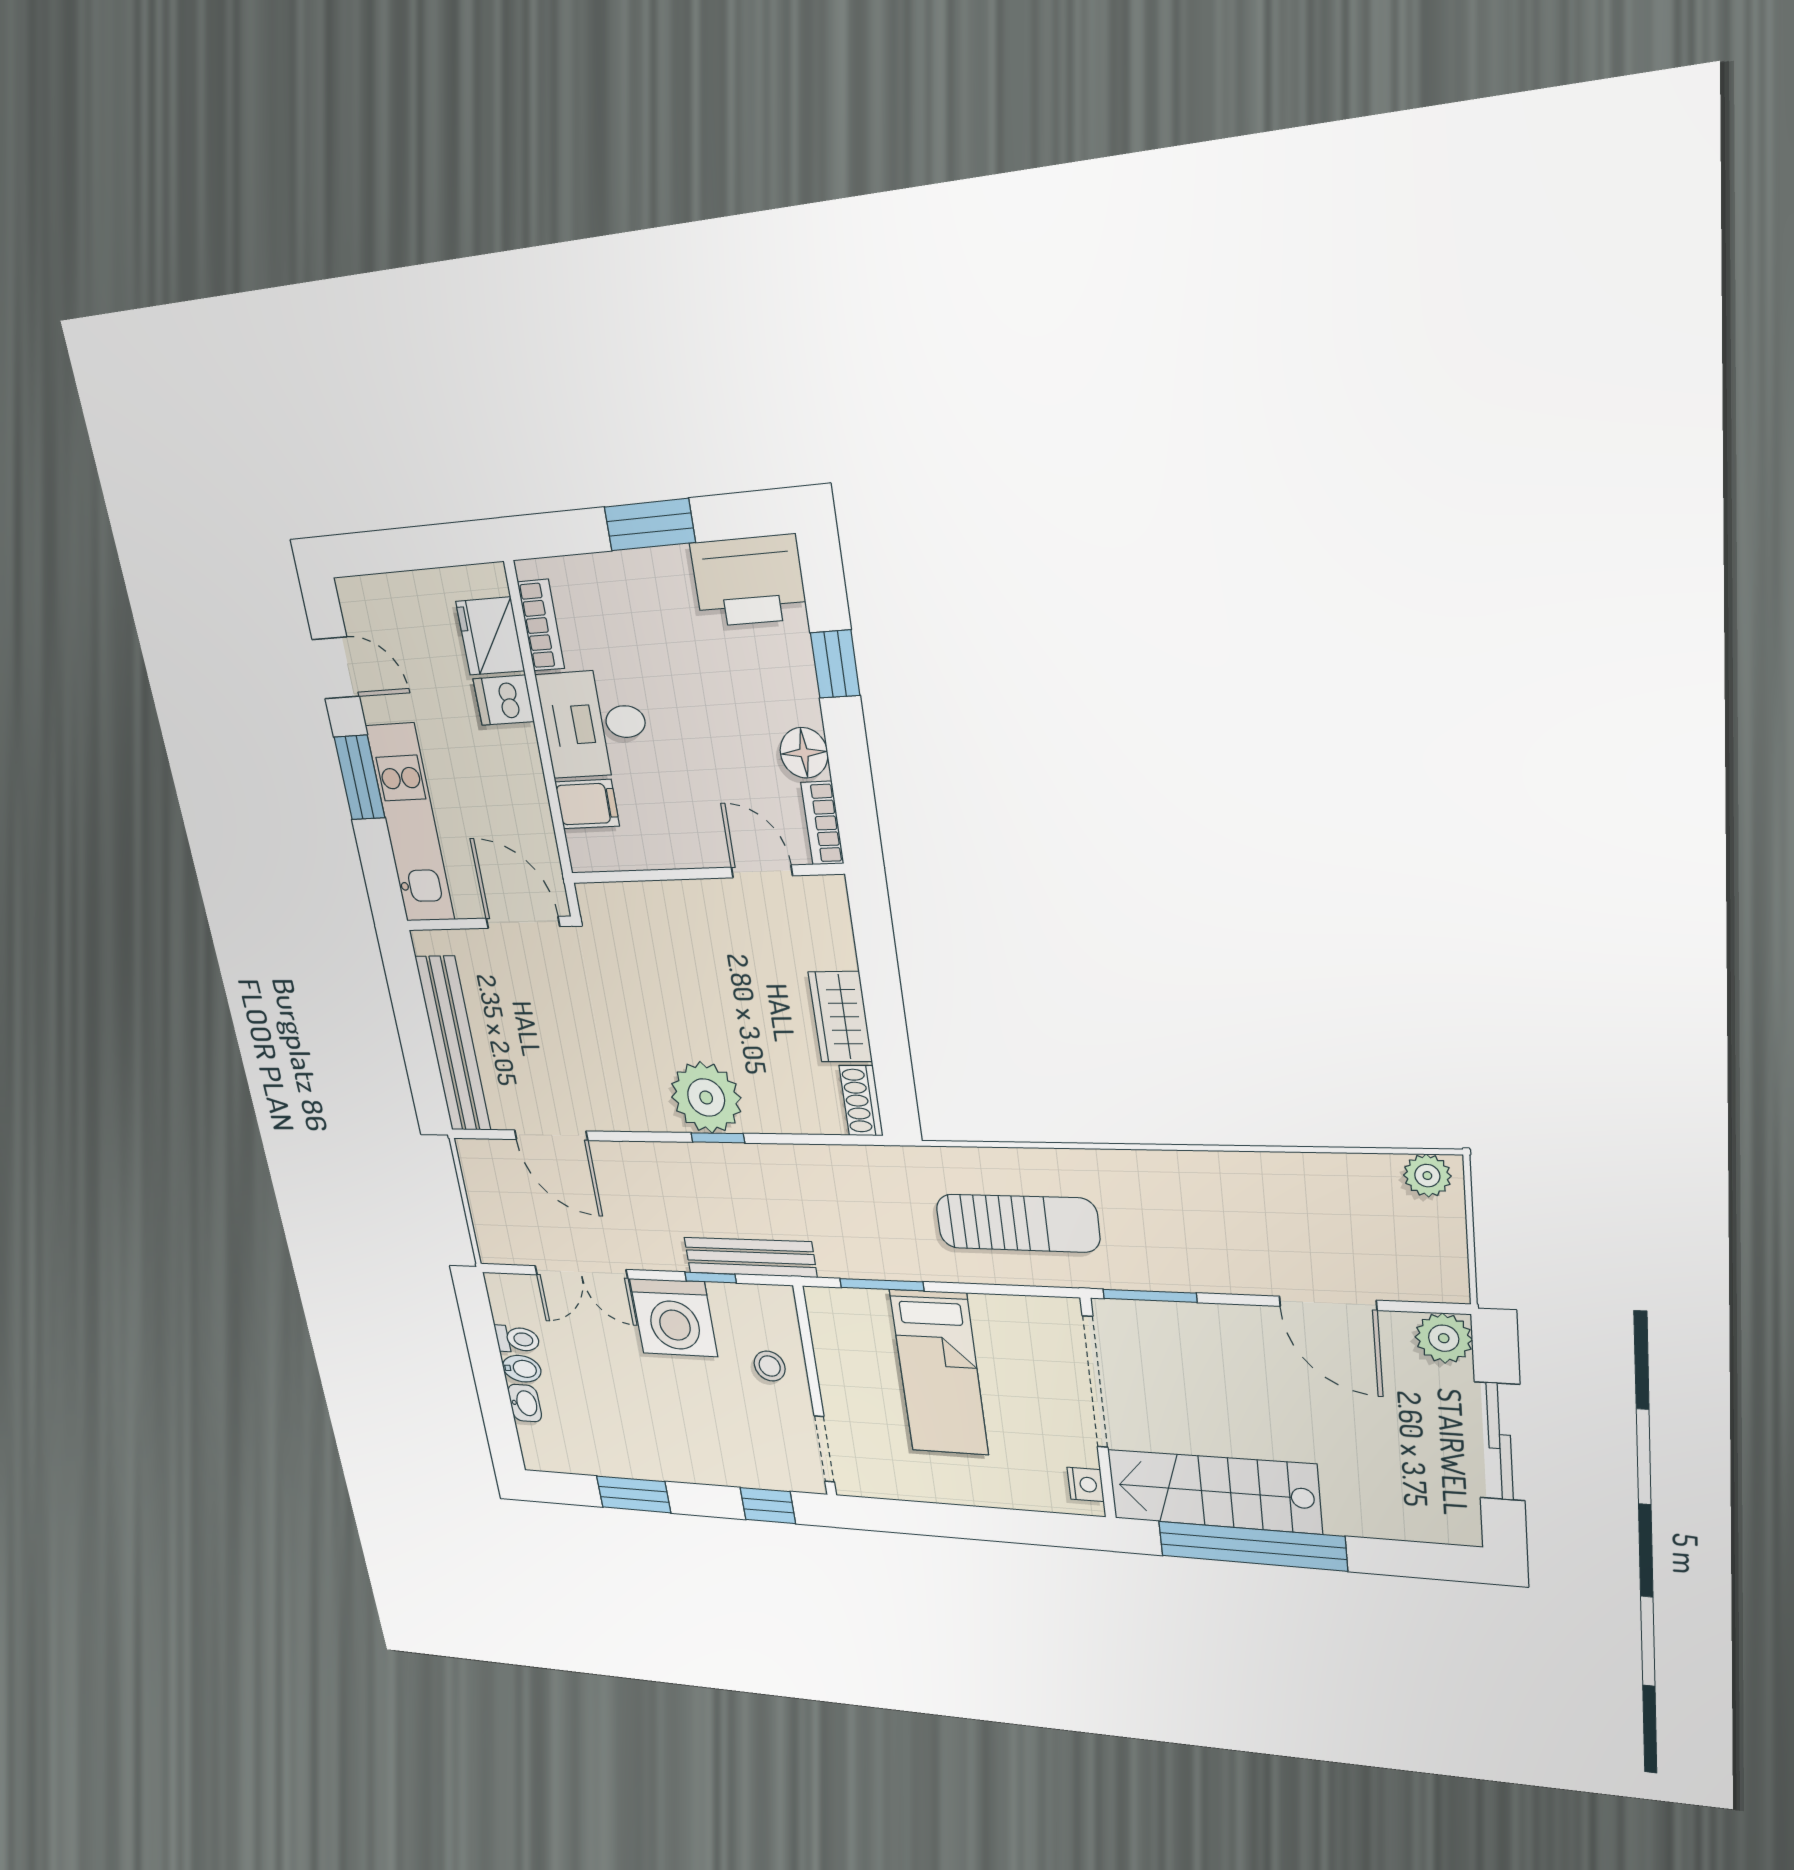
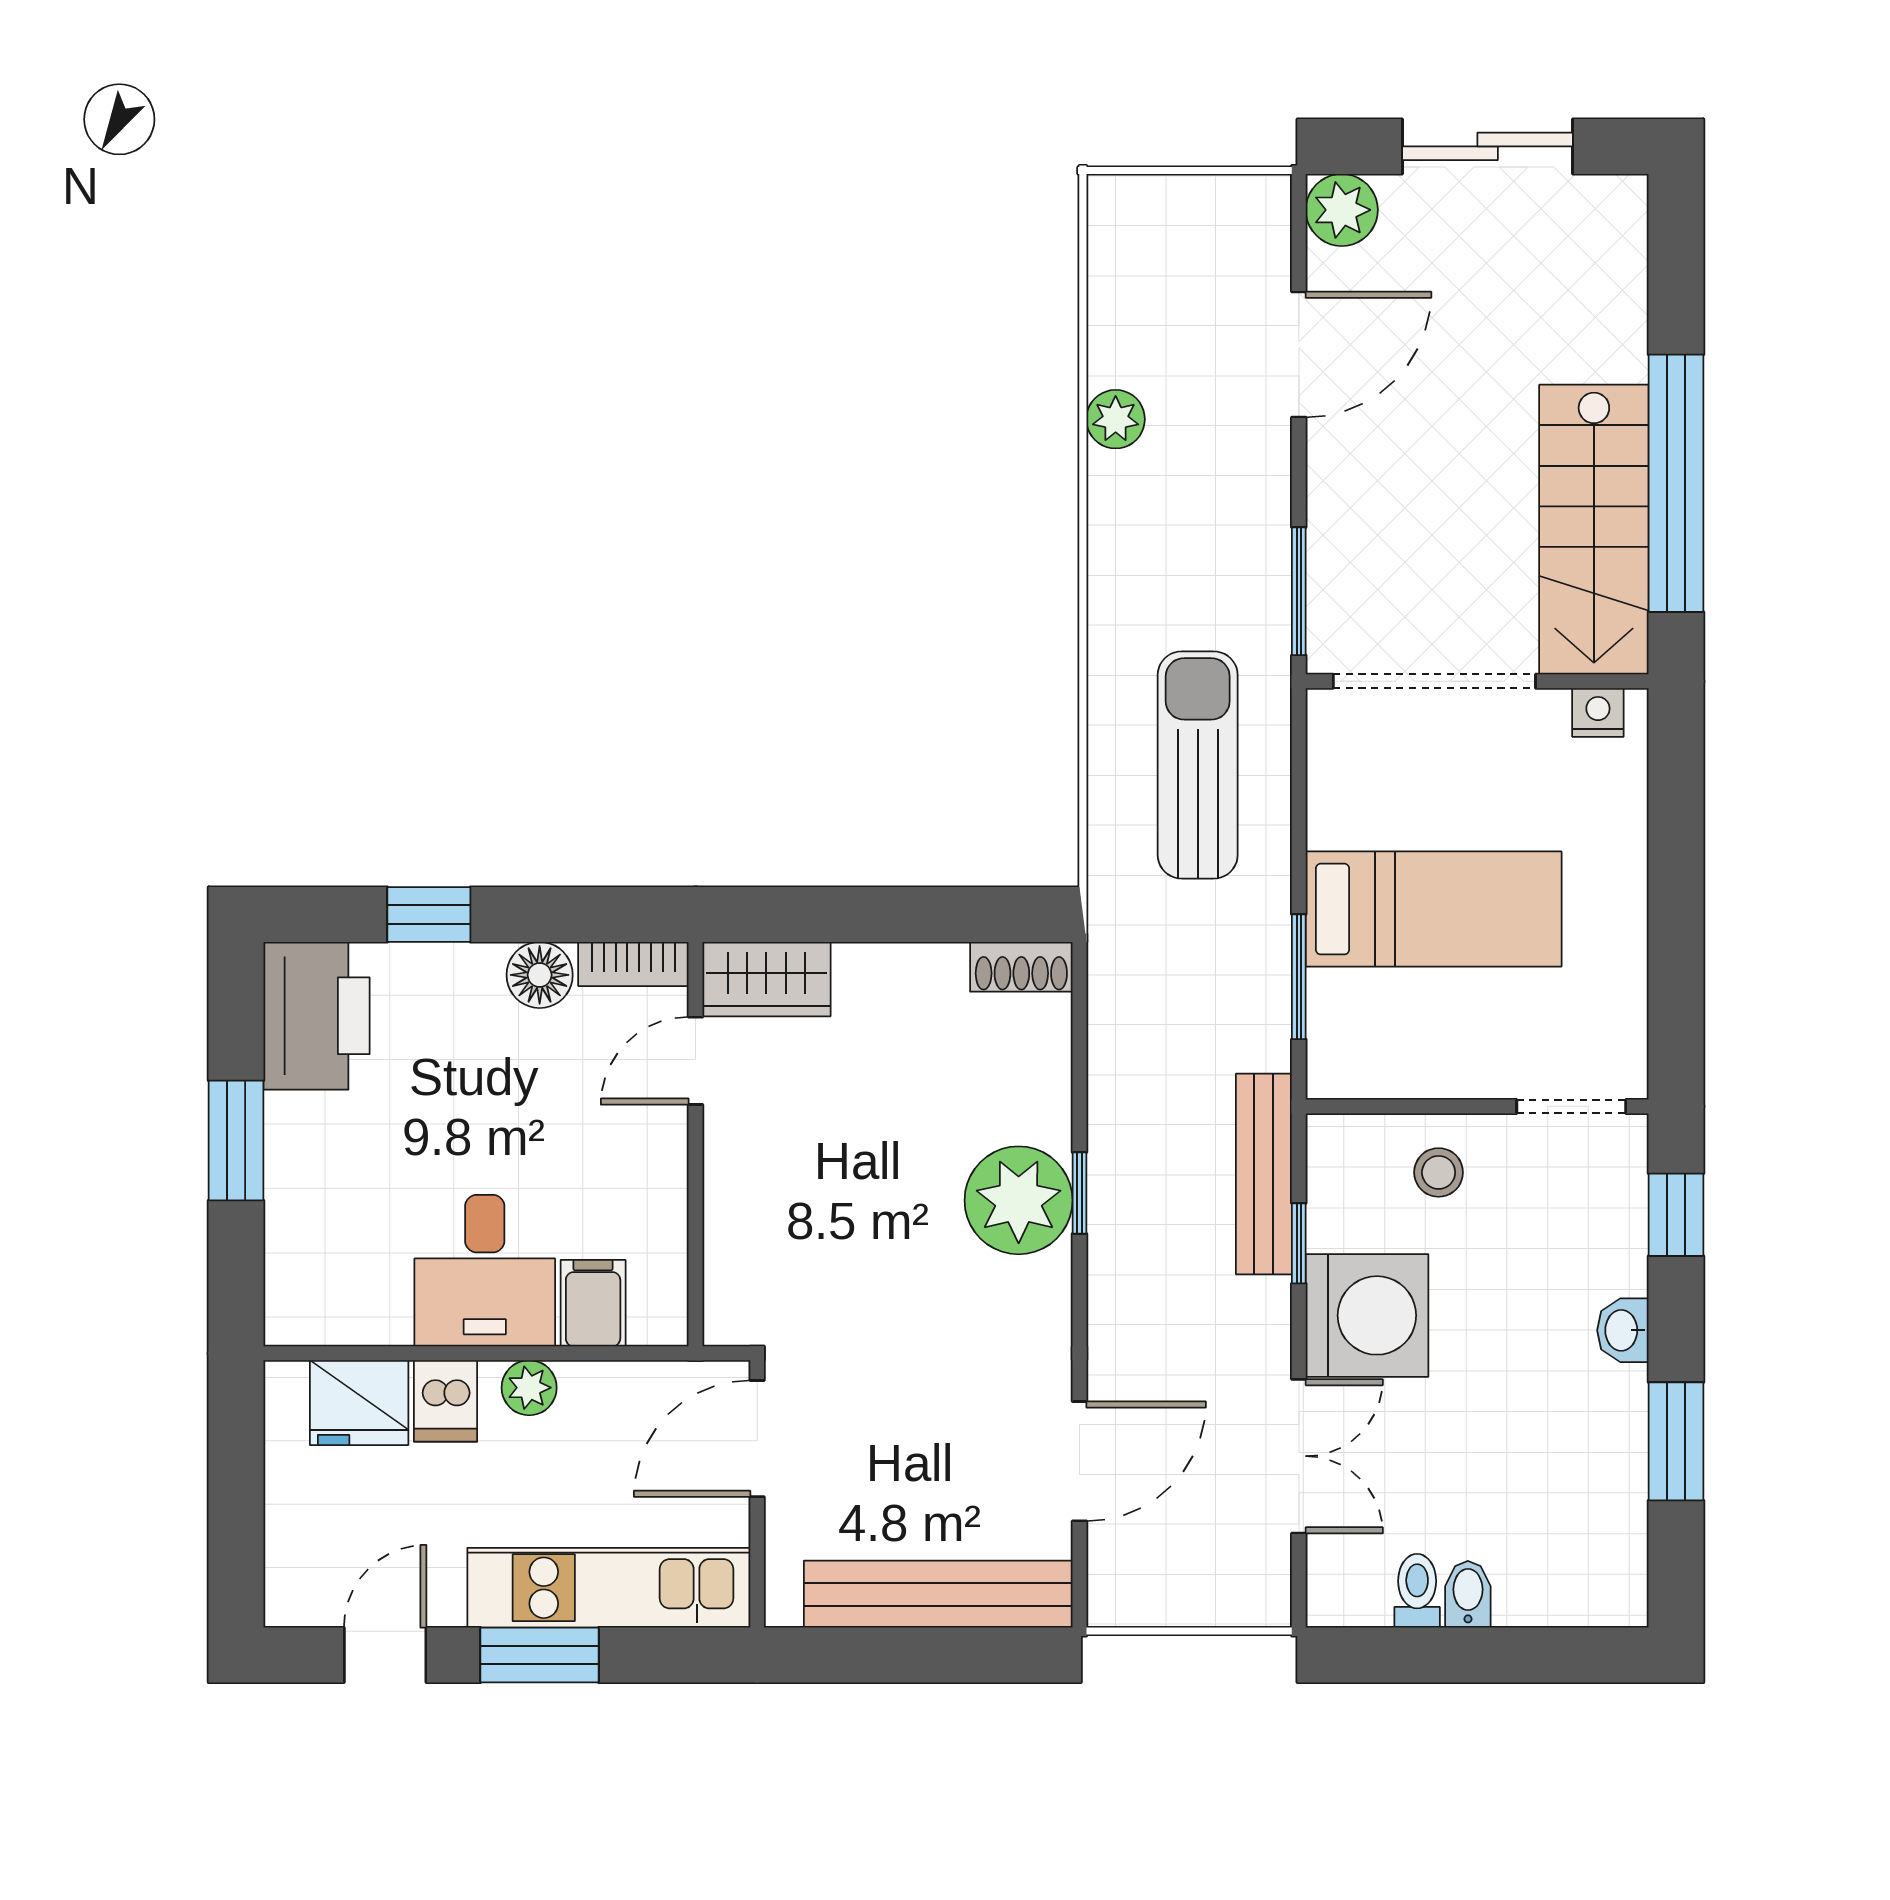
bookcase: (541, 625) -> (350, 1323), removed
plant: (524, 761) -> (529, 1388), added
wardrobe: (840, 1017) -> (766, 979), moved
plant: (1427, 1176) -> (1116, 419), moved
washbasin: (525, 1403) -> (1623, 1330), moved, turned -90

